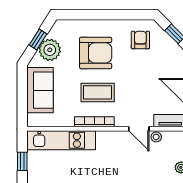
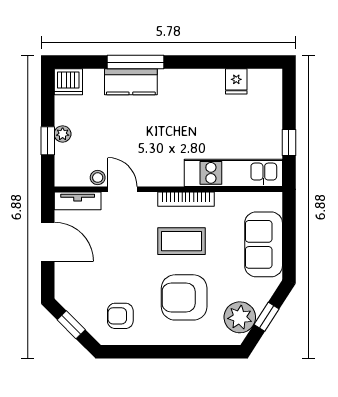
armchair: (140, 40) -> (120, 316), turned 90
plant: (50, 50) -> (240, 317), moved

